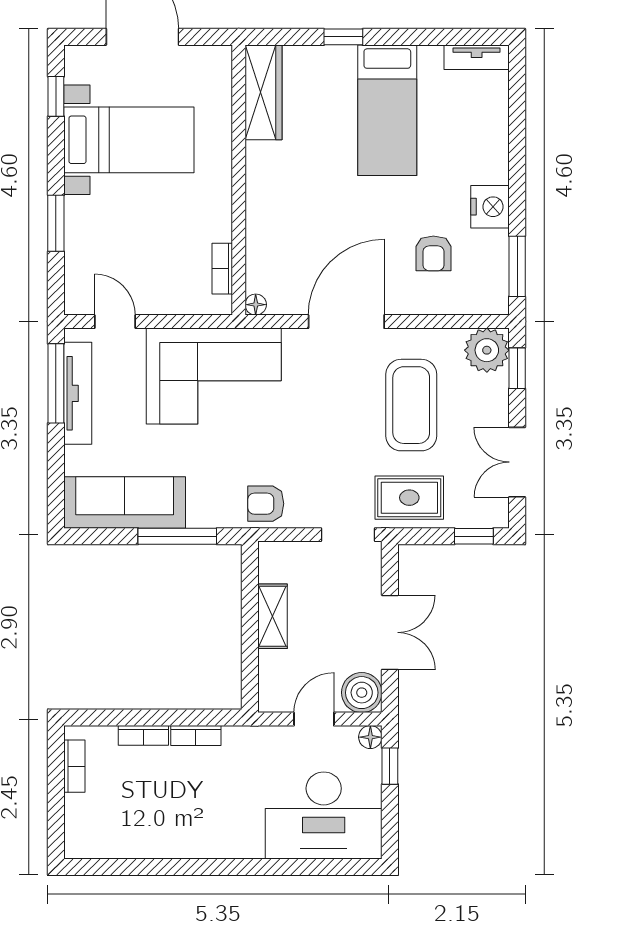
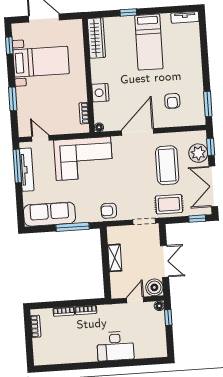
nightstand: (490, 207) -> (100, 93), moved, turned 180
plant: (487, 350) -> (198, 153), moved
double door: (517, 462) -> (213, 186), width x1.37
desk: (324, 815) -> (115, 346), moved, width x0.73, depth x0.77

